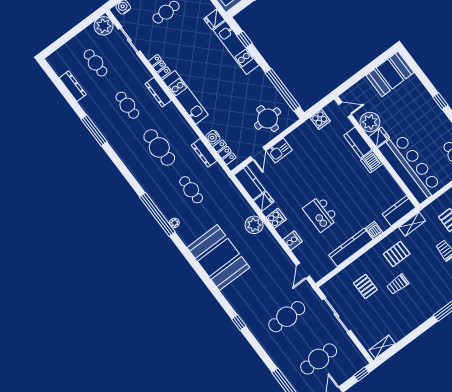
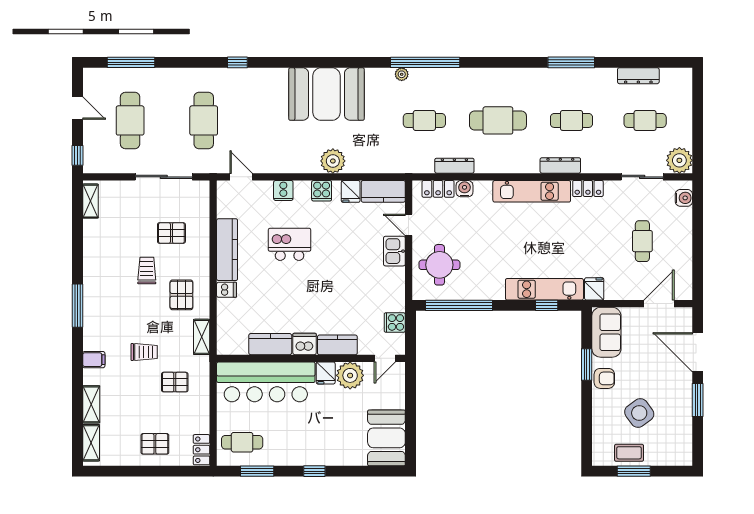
kitchen counter: (399, 211) -> (270, 344), moved, turned -90

